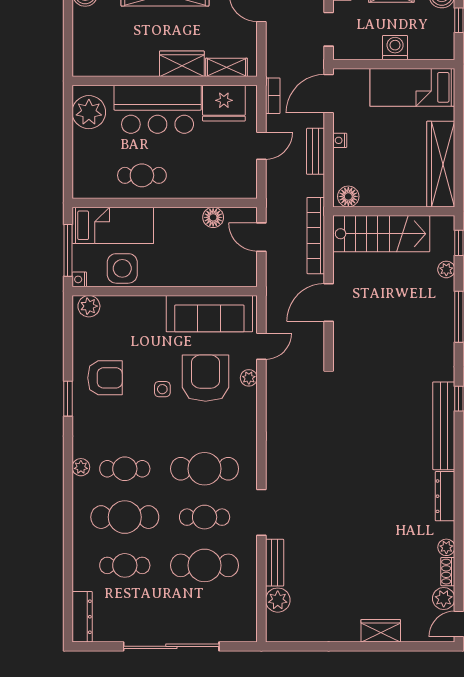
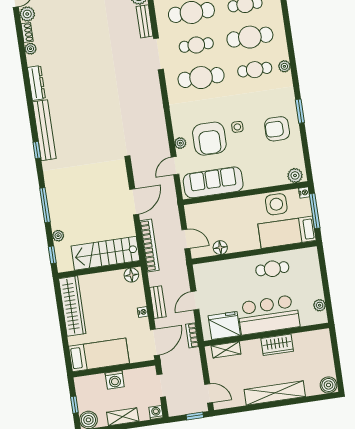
wardrobe: (182, 64) -> (277, 345), moved
plant: (89, 112) -> (320, 305), width x0.53, depth x0.53

